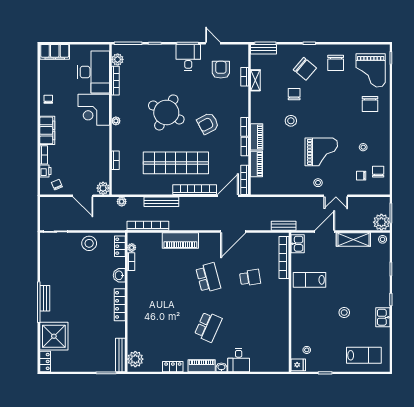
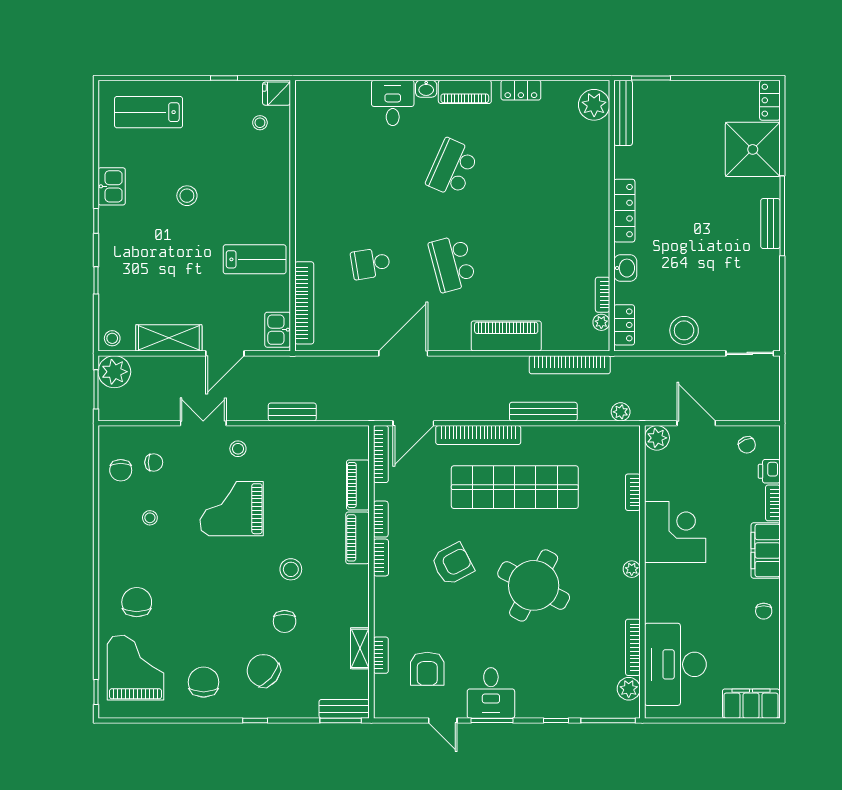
corner desk: (94, 110) -> (675, 532), moved
bench: (284, 226) -> (292, 412), moved

